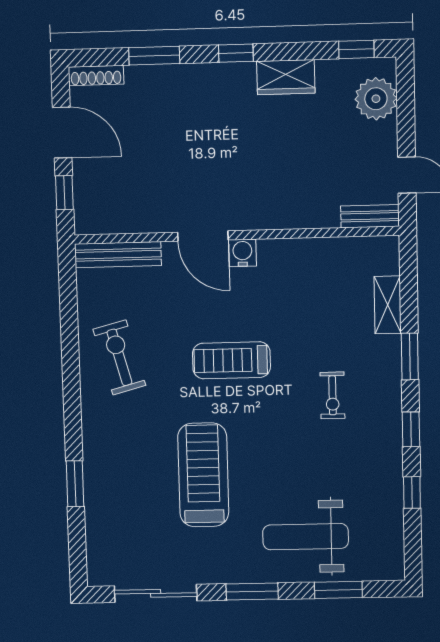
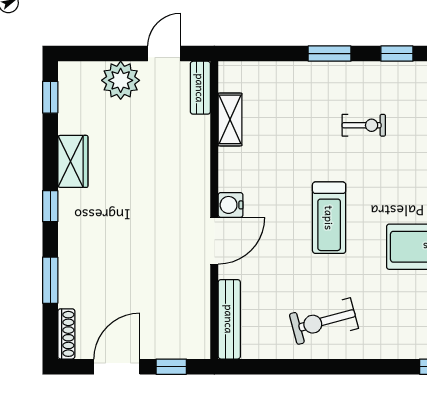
plant: (376, 99) -> (121, 80), moved
shelving: (388, 305) -> (230, 119), moved, turned 90

